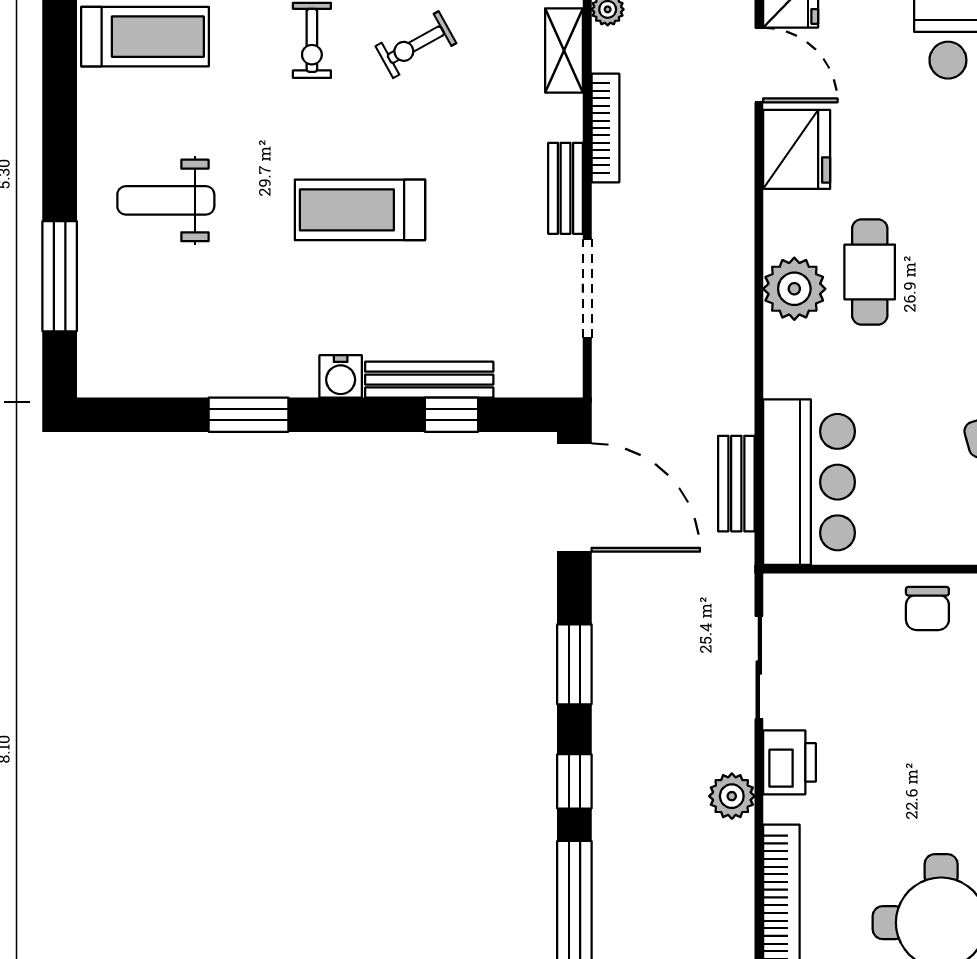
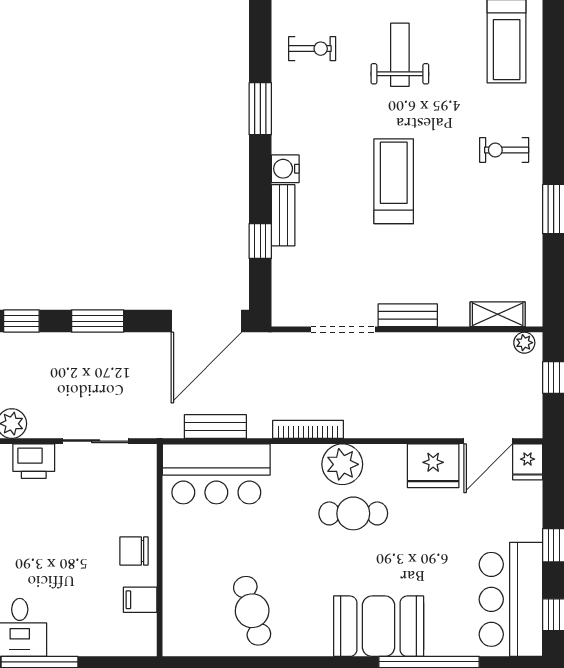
exercise bike: (416, 45) -> (312, 49), moved, turned 119
bookcase: (605, 128) -> (308, 429), moved, turned 180
bench: (429, 380) -> (283, 215), width x0.73

